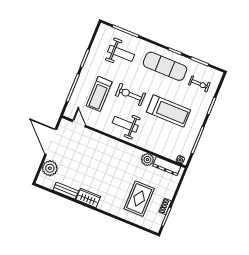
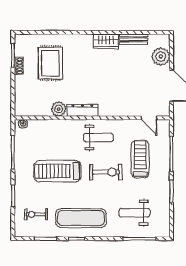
dresser: (167, 166) -> (82, 110), moved

